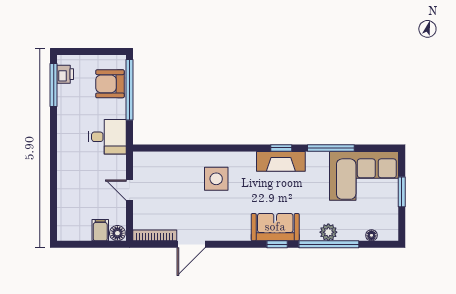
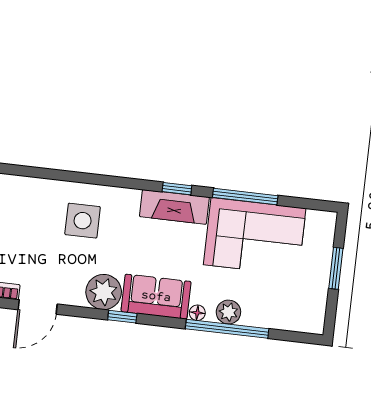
corner sofa: (364, 176) -> (255, 237), moved
plant: (237, 228) -> (104, 292), added
floor lamp: (371, 235) -> (197, 313), moved
window: (277, 244) -> (122, 317), moved

